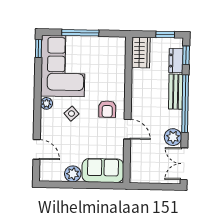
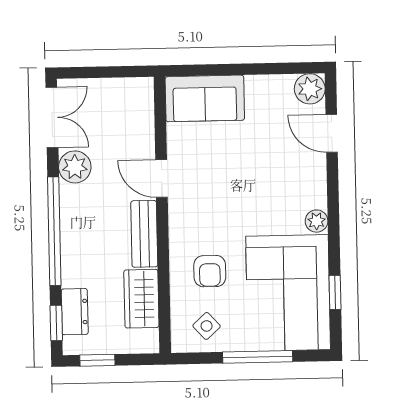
window: (39, 48) -> (335, 292), moved
wardrobe: (141, 52) -> (141, 299), moved
bench: (176, 92) -> (144, 234), moved
armchair: (107, 109) -> (210, 271), moved, turned 180
side table: (71, 114) -> (207, 326), moved
plant: (73, 174) -> (310, 89), moved

